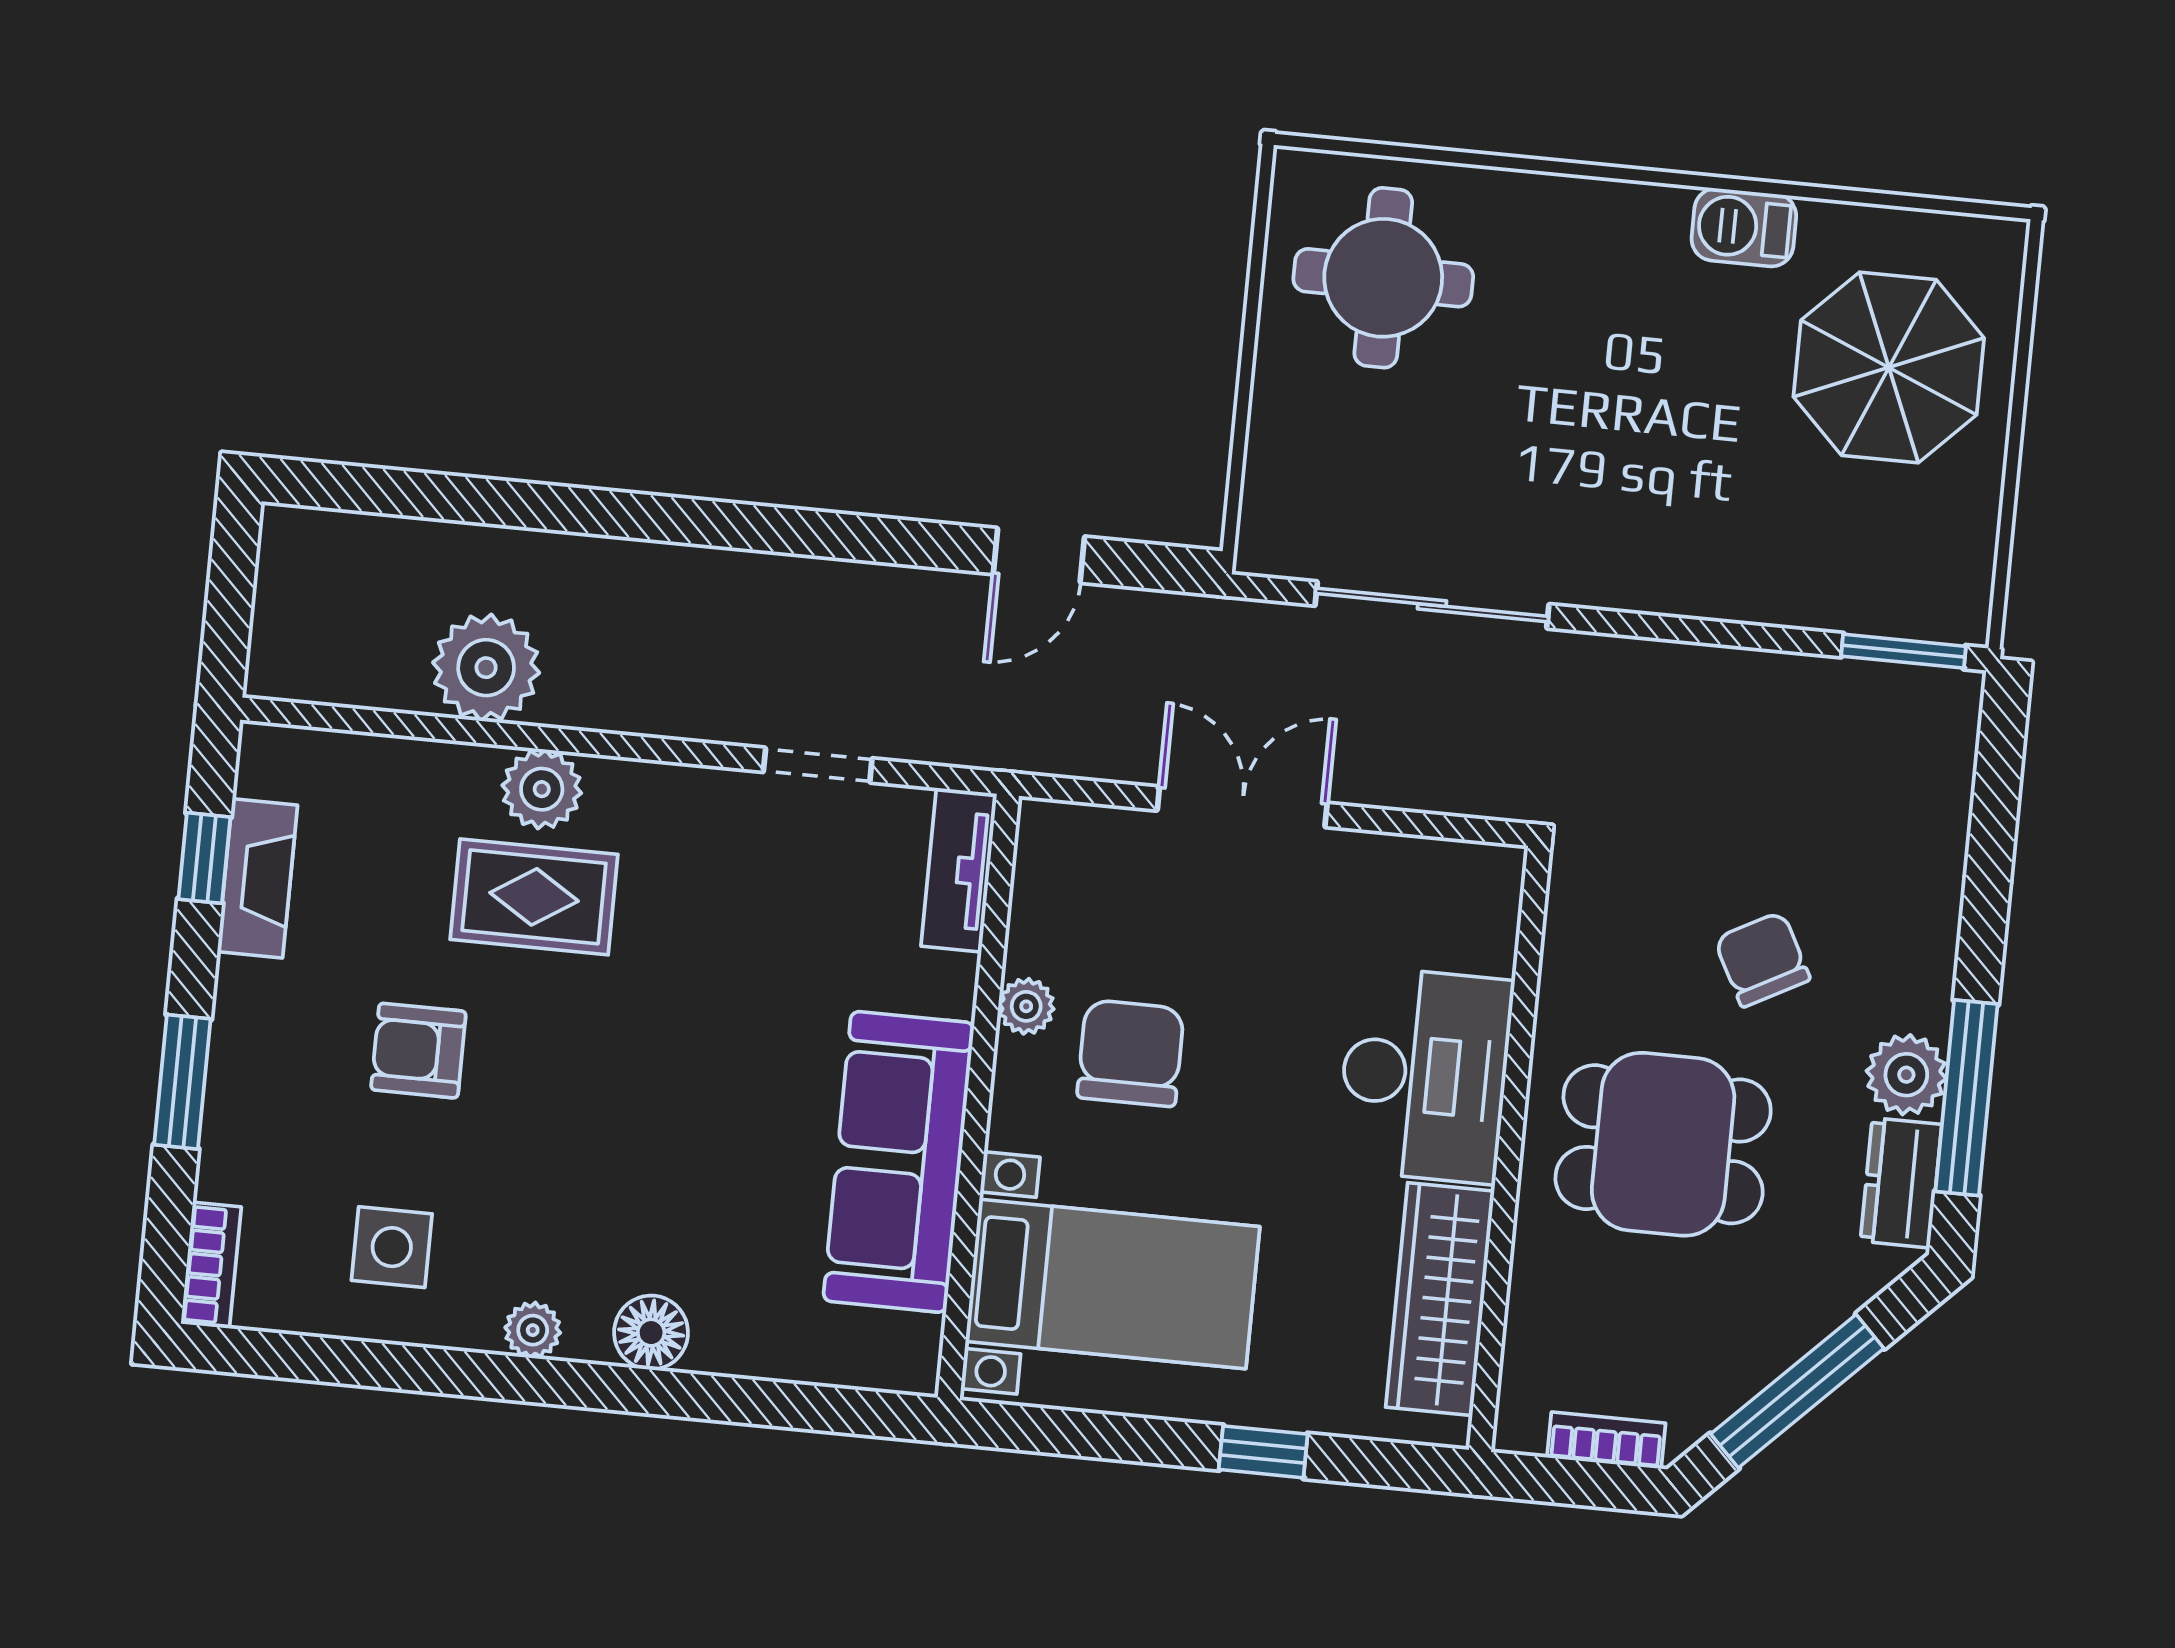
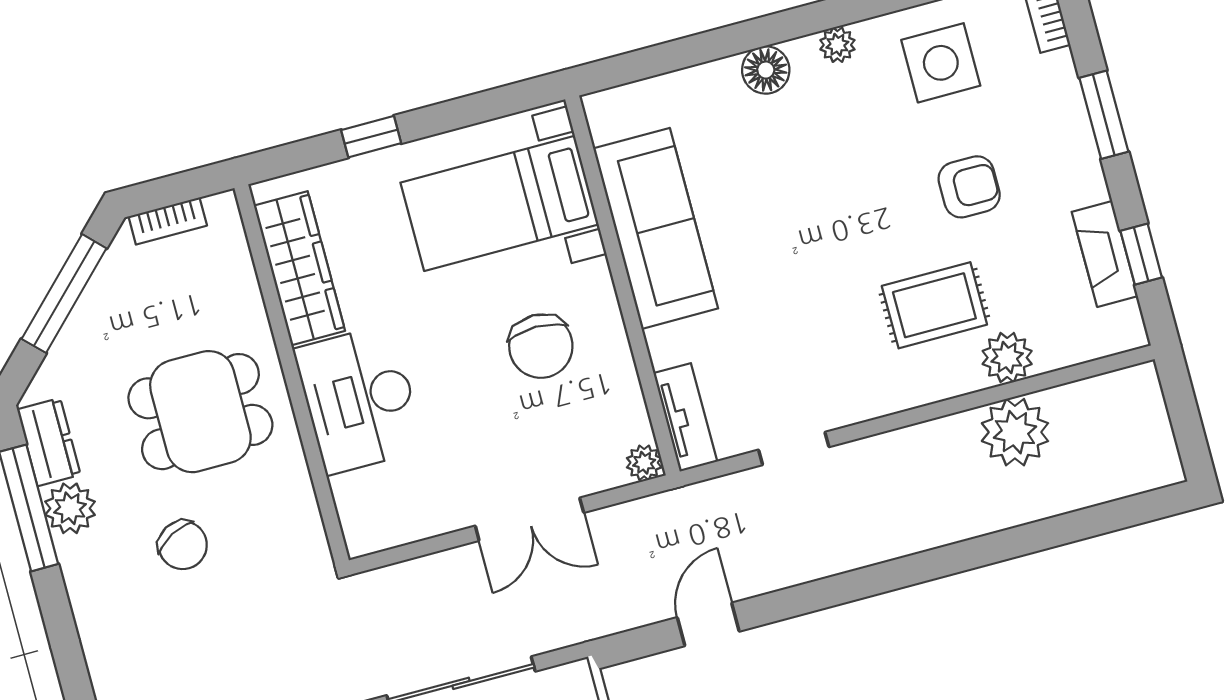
plant: (542, 789) -> (1007, 358), moved
plant: (1026, 1006) -> (644, 463), moved
side table: (392, 1247) -> (941, 63), width x1.37, depth x1.37

